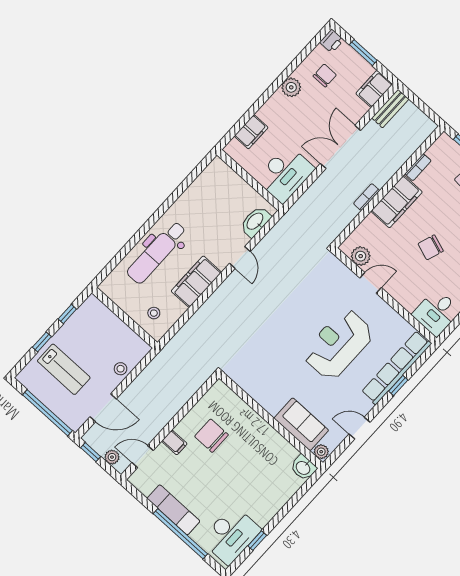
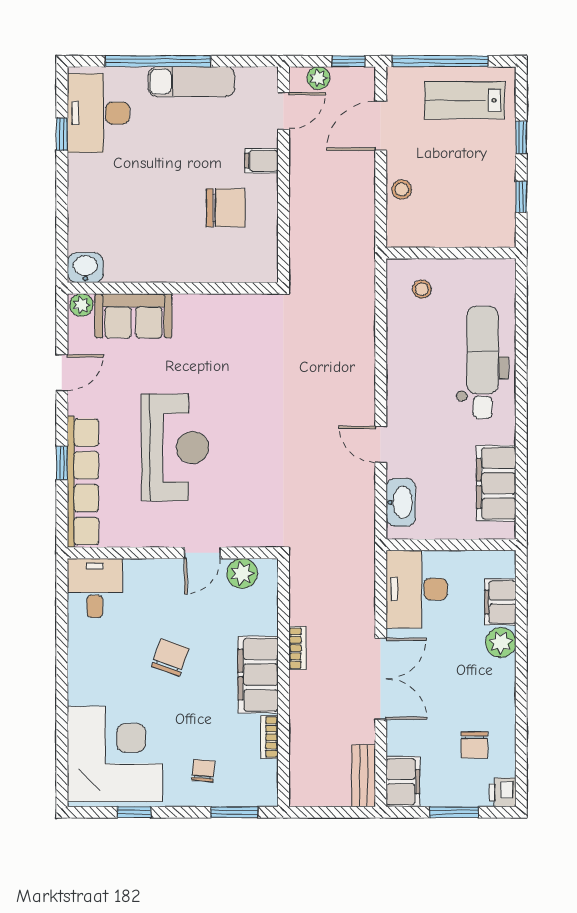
plant: (291, 87) -> (501, 642), moved
filing cabinet: (196, 282) -> (496, 483), moved, turned 180
lab bench: (64, 369) -> (464, 100), moved

